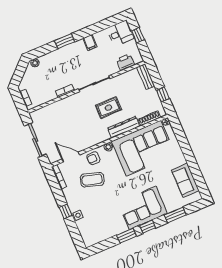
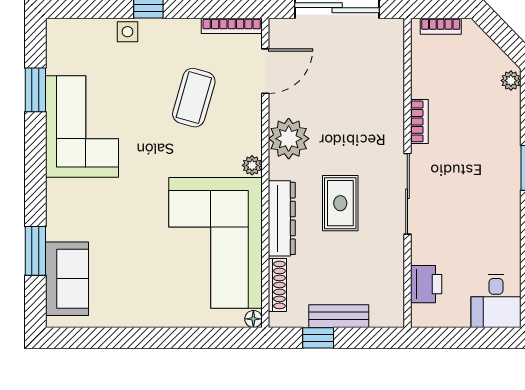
window: (138, 35) -> (475, 338), removed
filing cabinet: (90, 42) -> (504, 223), removed
bench: (146, 77) -> (339, 316), moved
plant: (92, 137) -> (289, 139), added
armchair: (94, 158) -> (241, 121), removed
sofa: (185, 180) -> (67, 279), moved, turned 90
corner sofa: (143, 208) -> (82, 126), moved
window: (148, 227) -> (35, 177), removed
window: (127, 236) -> (35, 90), moved

